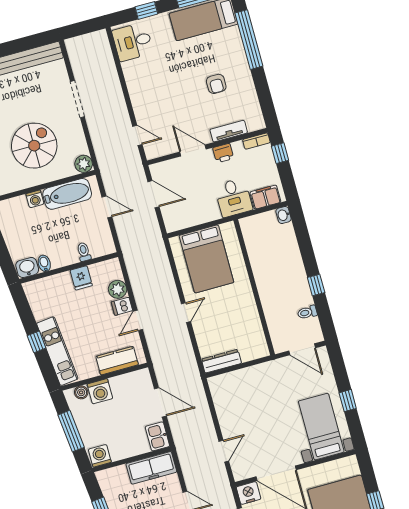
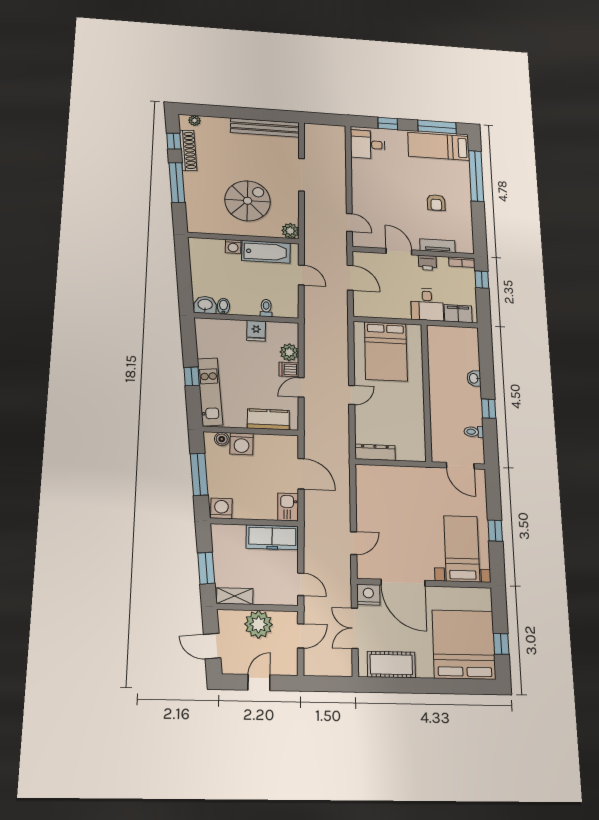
washbasin: (283, 215) -> (474, 378), moved

